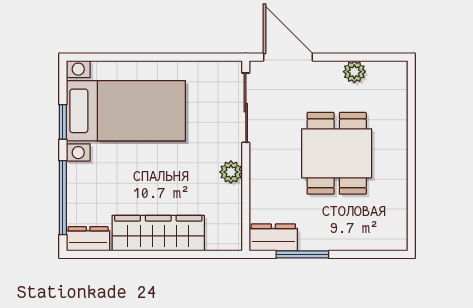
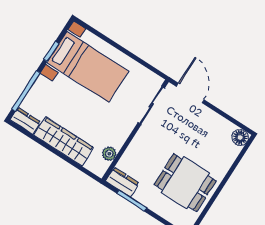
plant: (354, 72) -> (220, 123), removed
floor lamp: (395, 74) -> (240, 137), added
dining table: (337, 153) -> (185, 183), moved, turned 90
plant: (231, 172) -> (109, 154), moved

